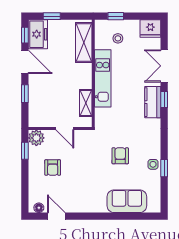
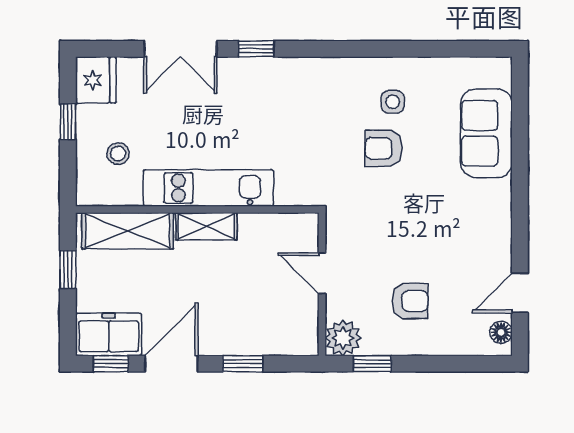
window: (52, 16) -> (68, 270), moved
window: (116, 16) -> (68, 122), moved
kitchen counter: (153, 102) -> (262, 74), removed
shelving: (86, 103) -> (206, 226), moved
door: (65, 129) -> (322, 273), swing flipped
side table: (153, 164) -> (393, 102), moved
window: (164, 168) -> (411, 49), removed

